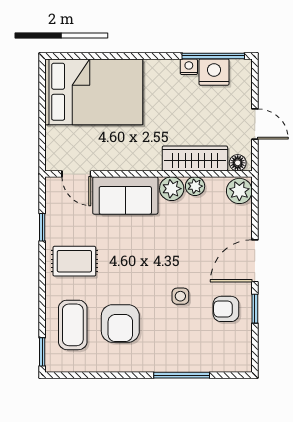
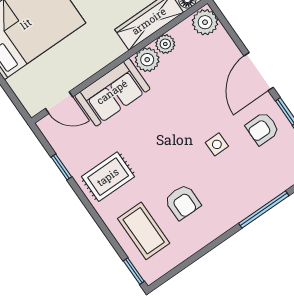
armchair: (120, 323) -> (183, 202), width x0.72, depth x0.72

